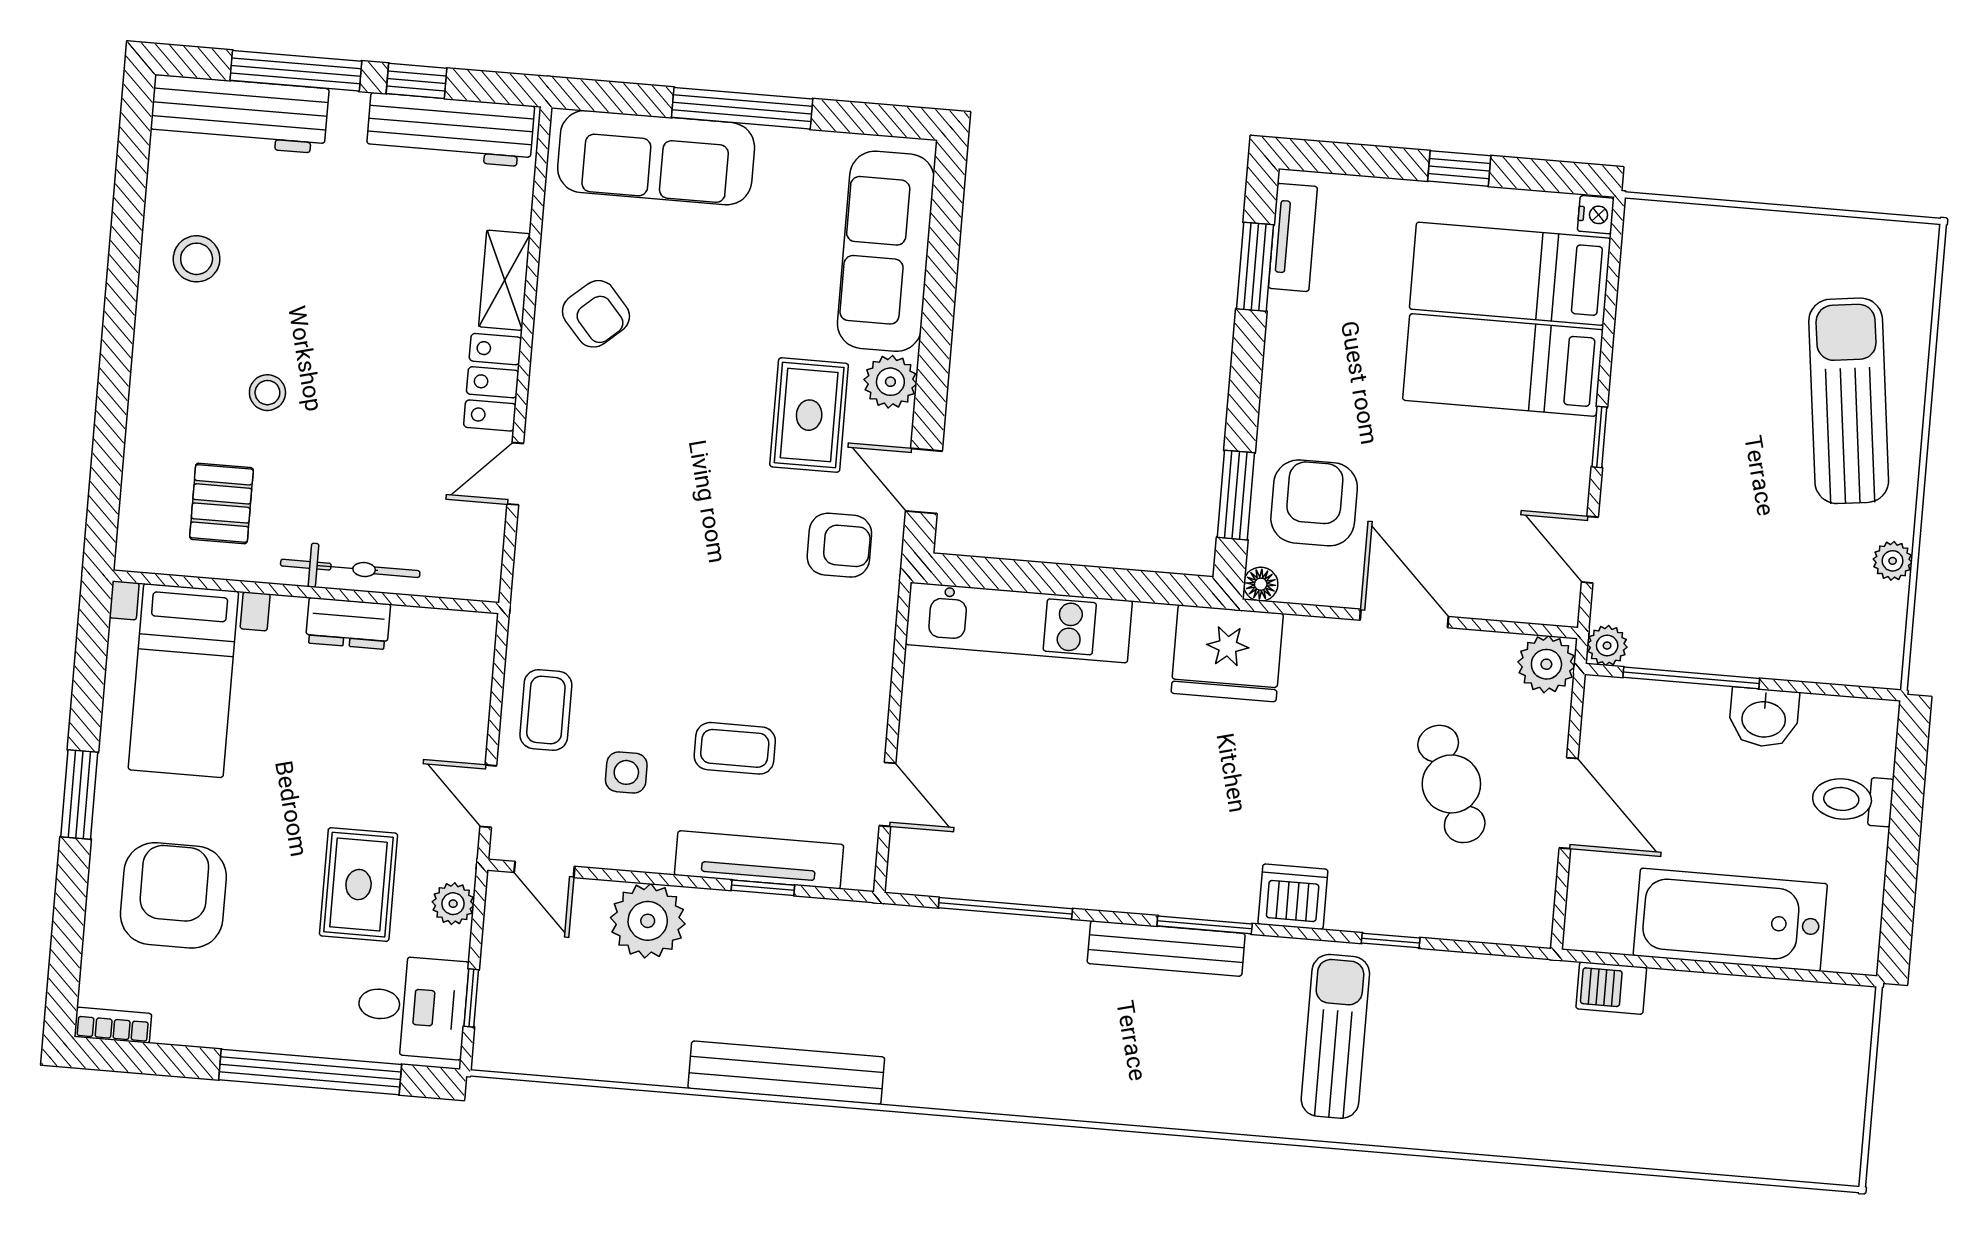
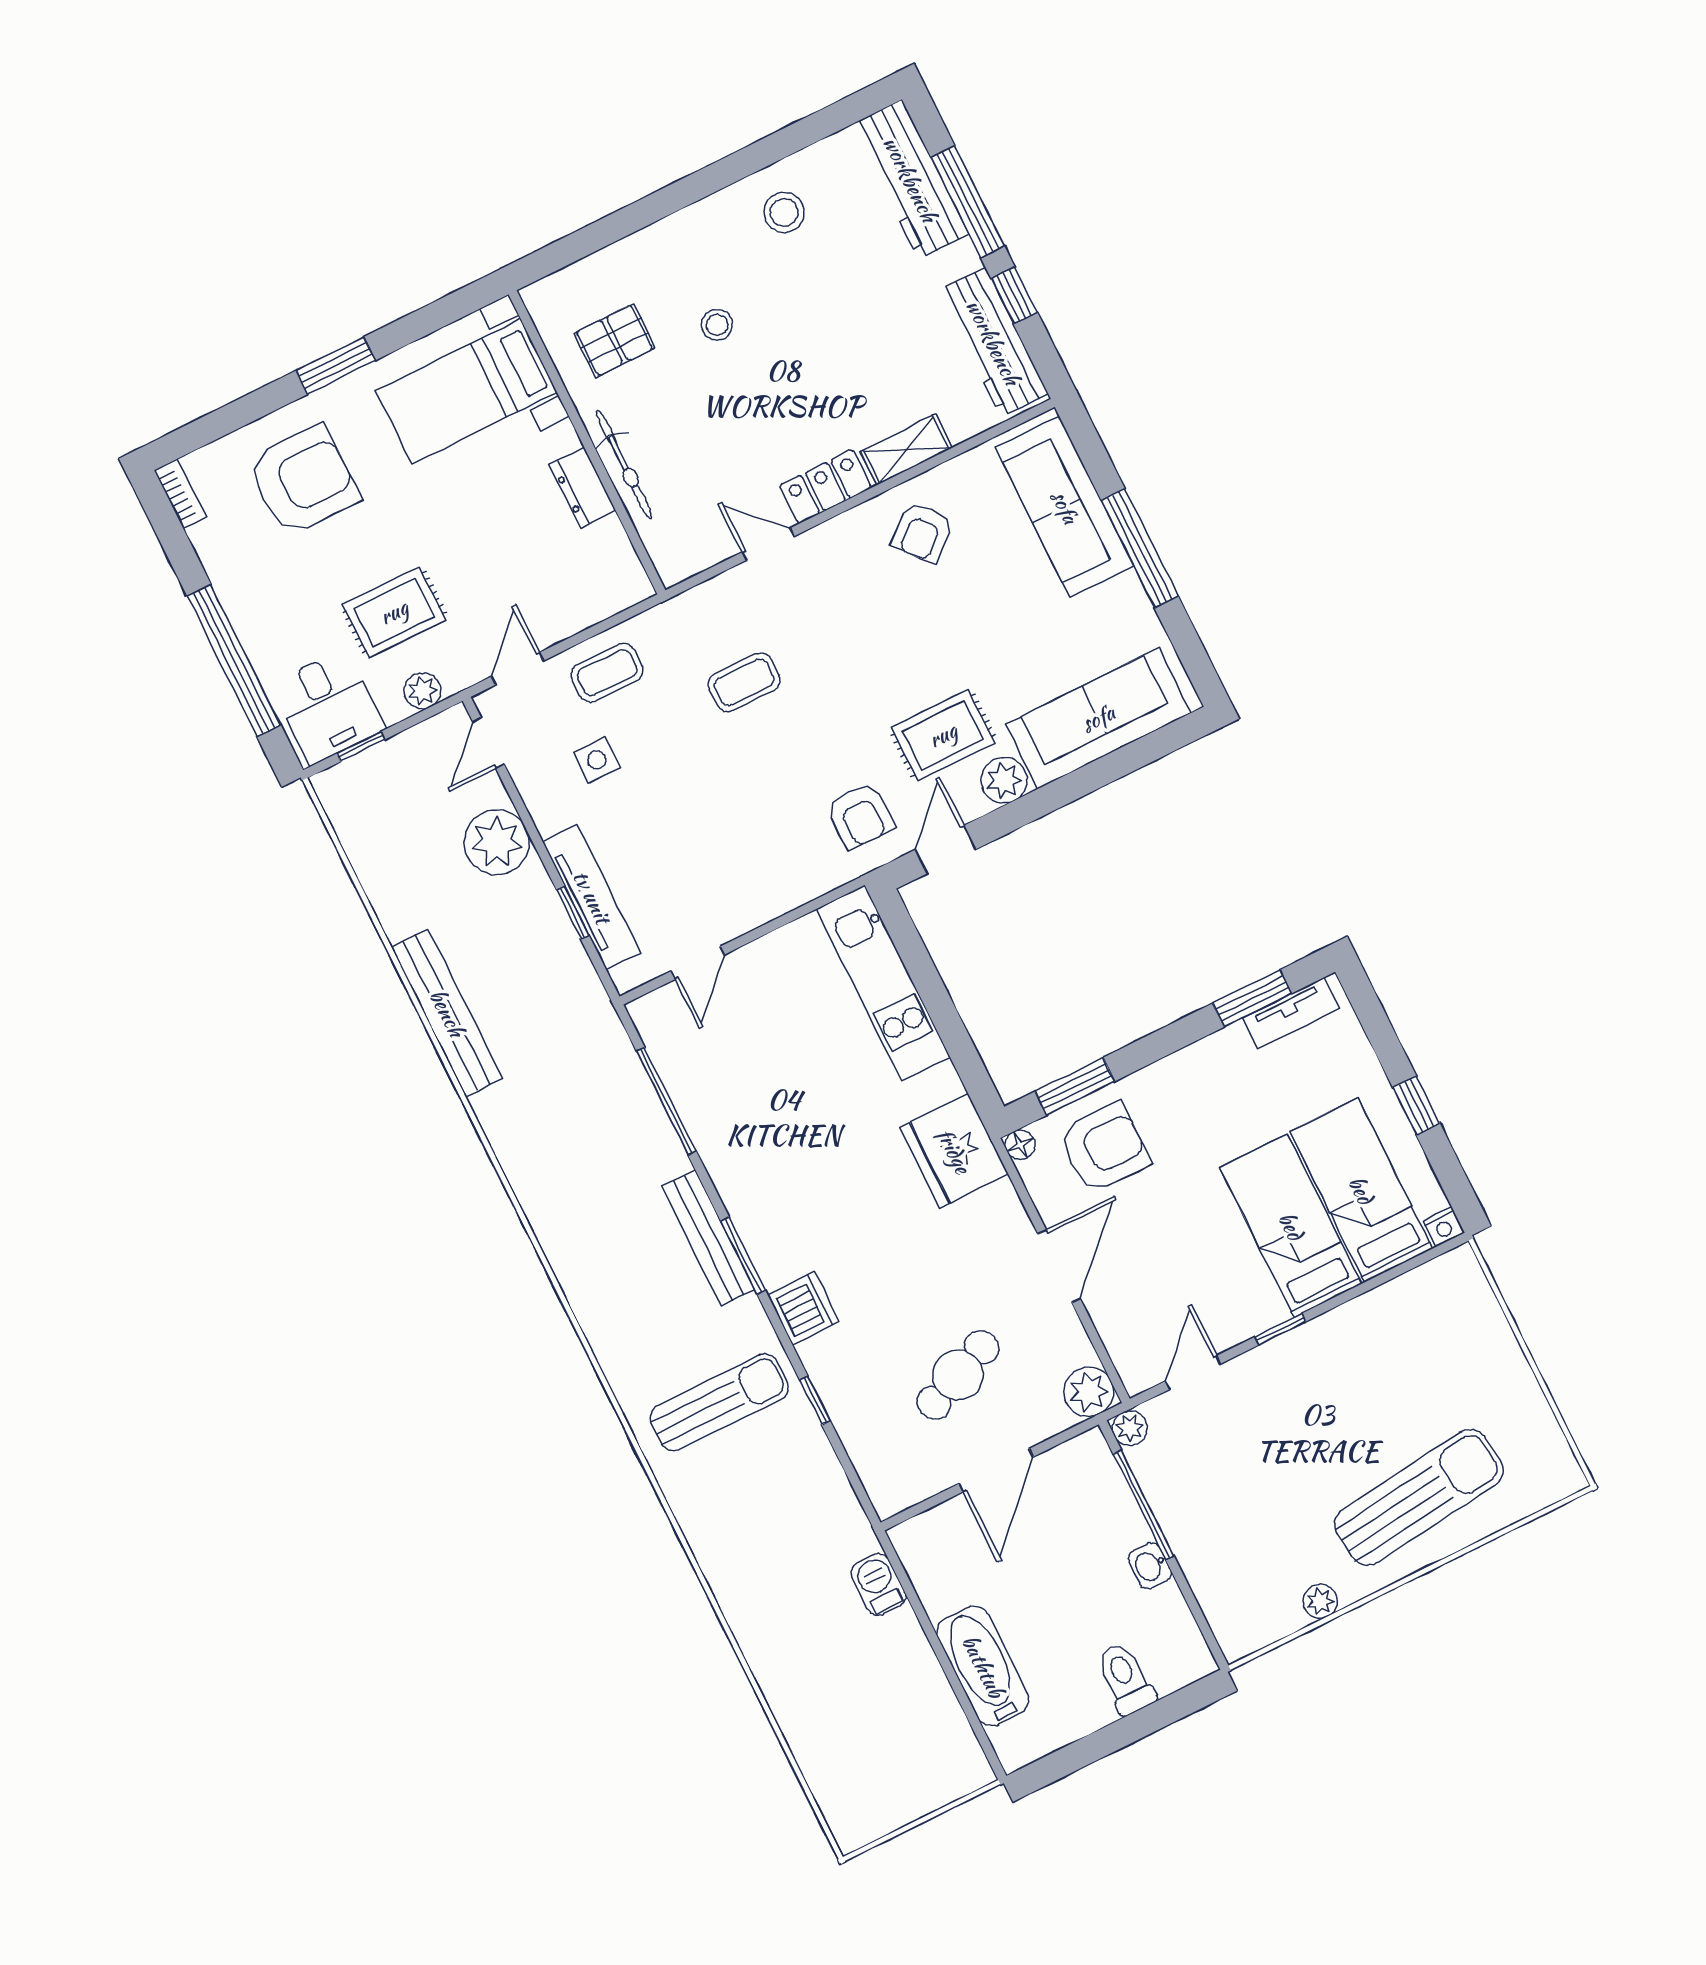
washbasin: (1764, 718) -> (1150, 1566), width x0.72, depth x0.69
coffee table: (735, 748) -> (744, 682), moved, turned 90
bathtub: (1730, 920) -> (983, 1666), width x0.73, depth x0.73

